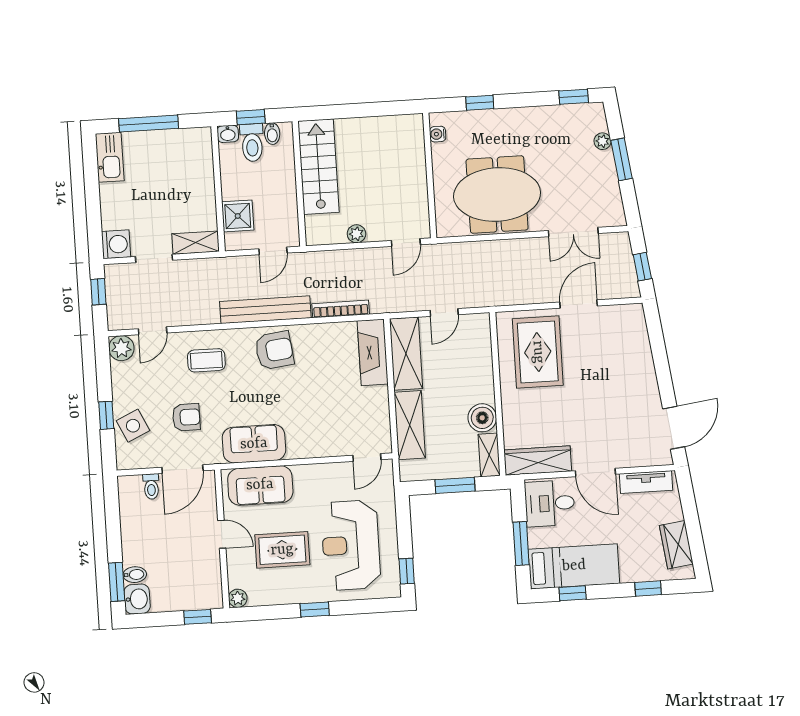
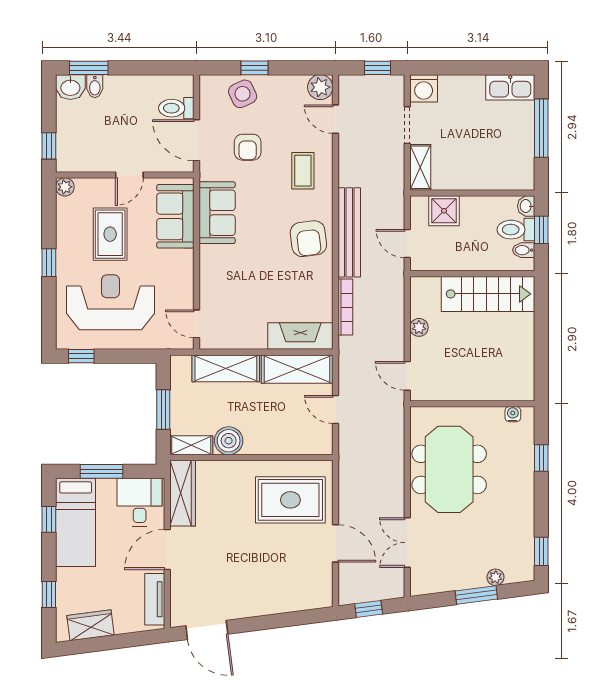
toilet: (151, 486) -> (176, 108), width x1.37, depth x1.39

